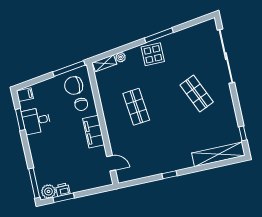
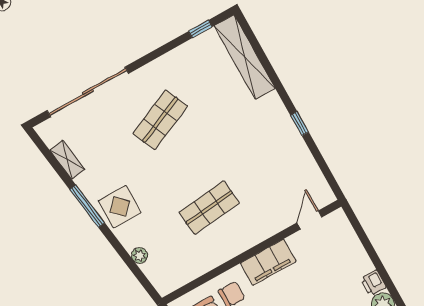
shelving: (105, 63) -> (67, 160), moved
window: (64, 198) -> (386, 278), removed

